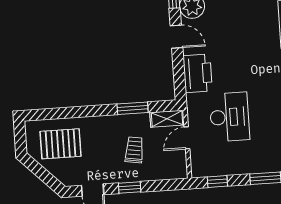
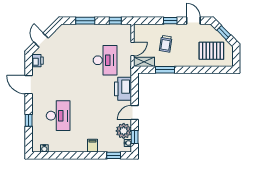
door: (177, 37) -> (135, 113), hinge flipped
desk: (229, 117) -> (105, 60), turned 180
window: (43, 174) -> (224, 33), added

